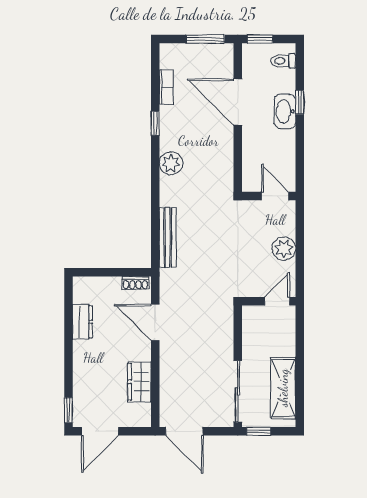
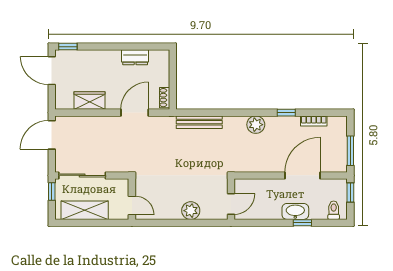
wall: (269, 301) -> (132, 199), moved
door: (277, 301) -> (132, 205), moved

